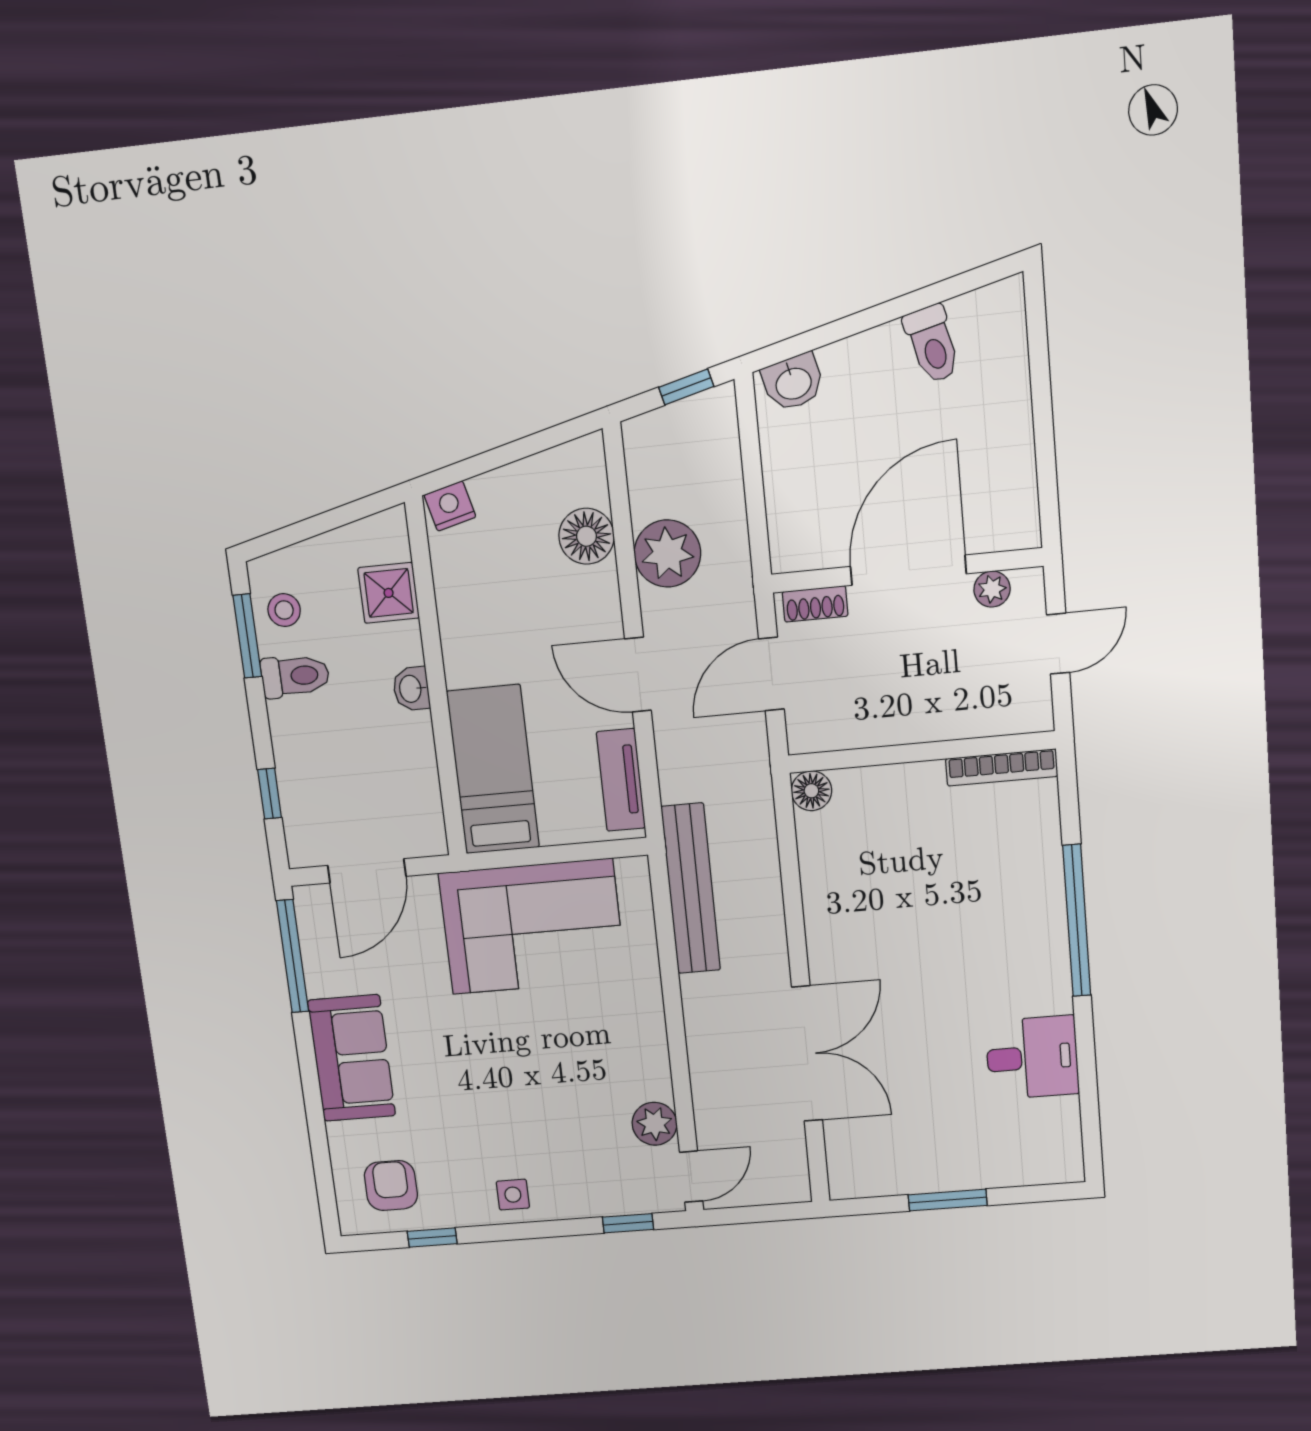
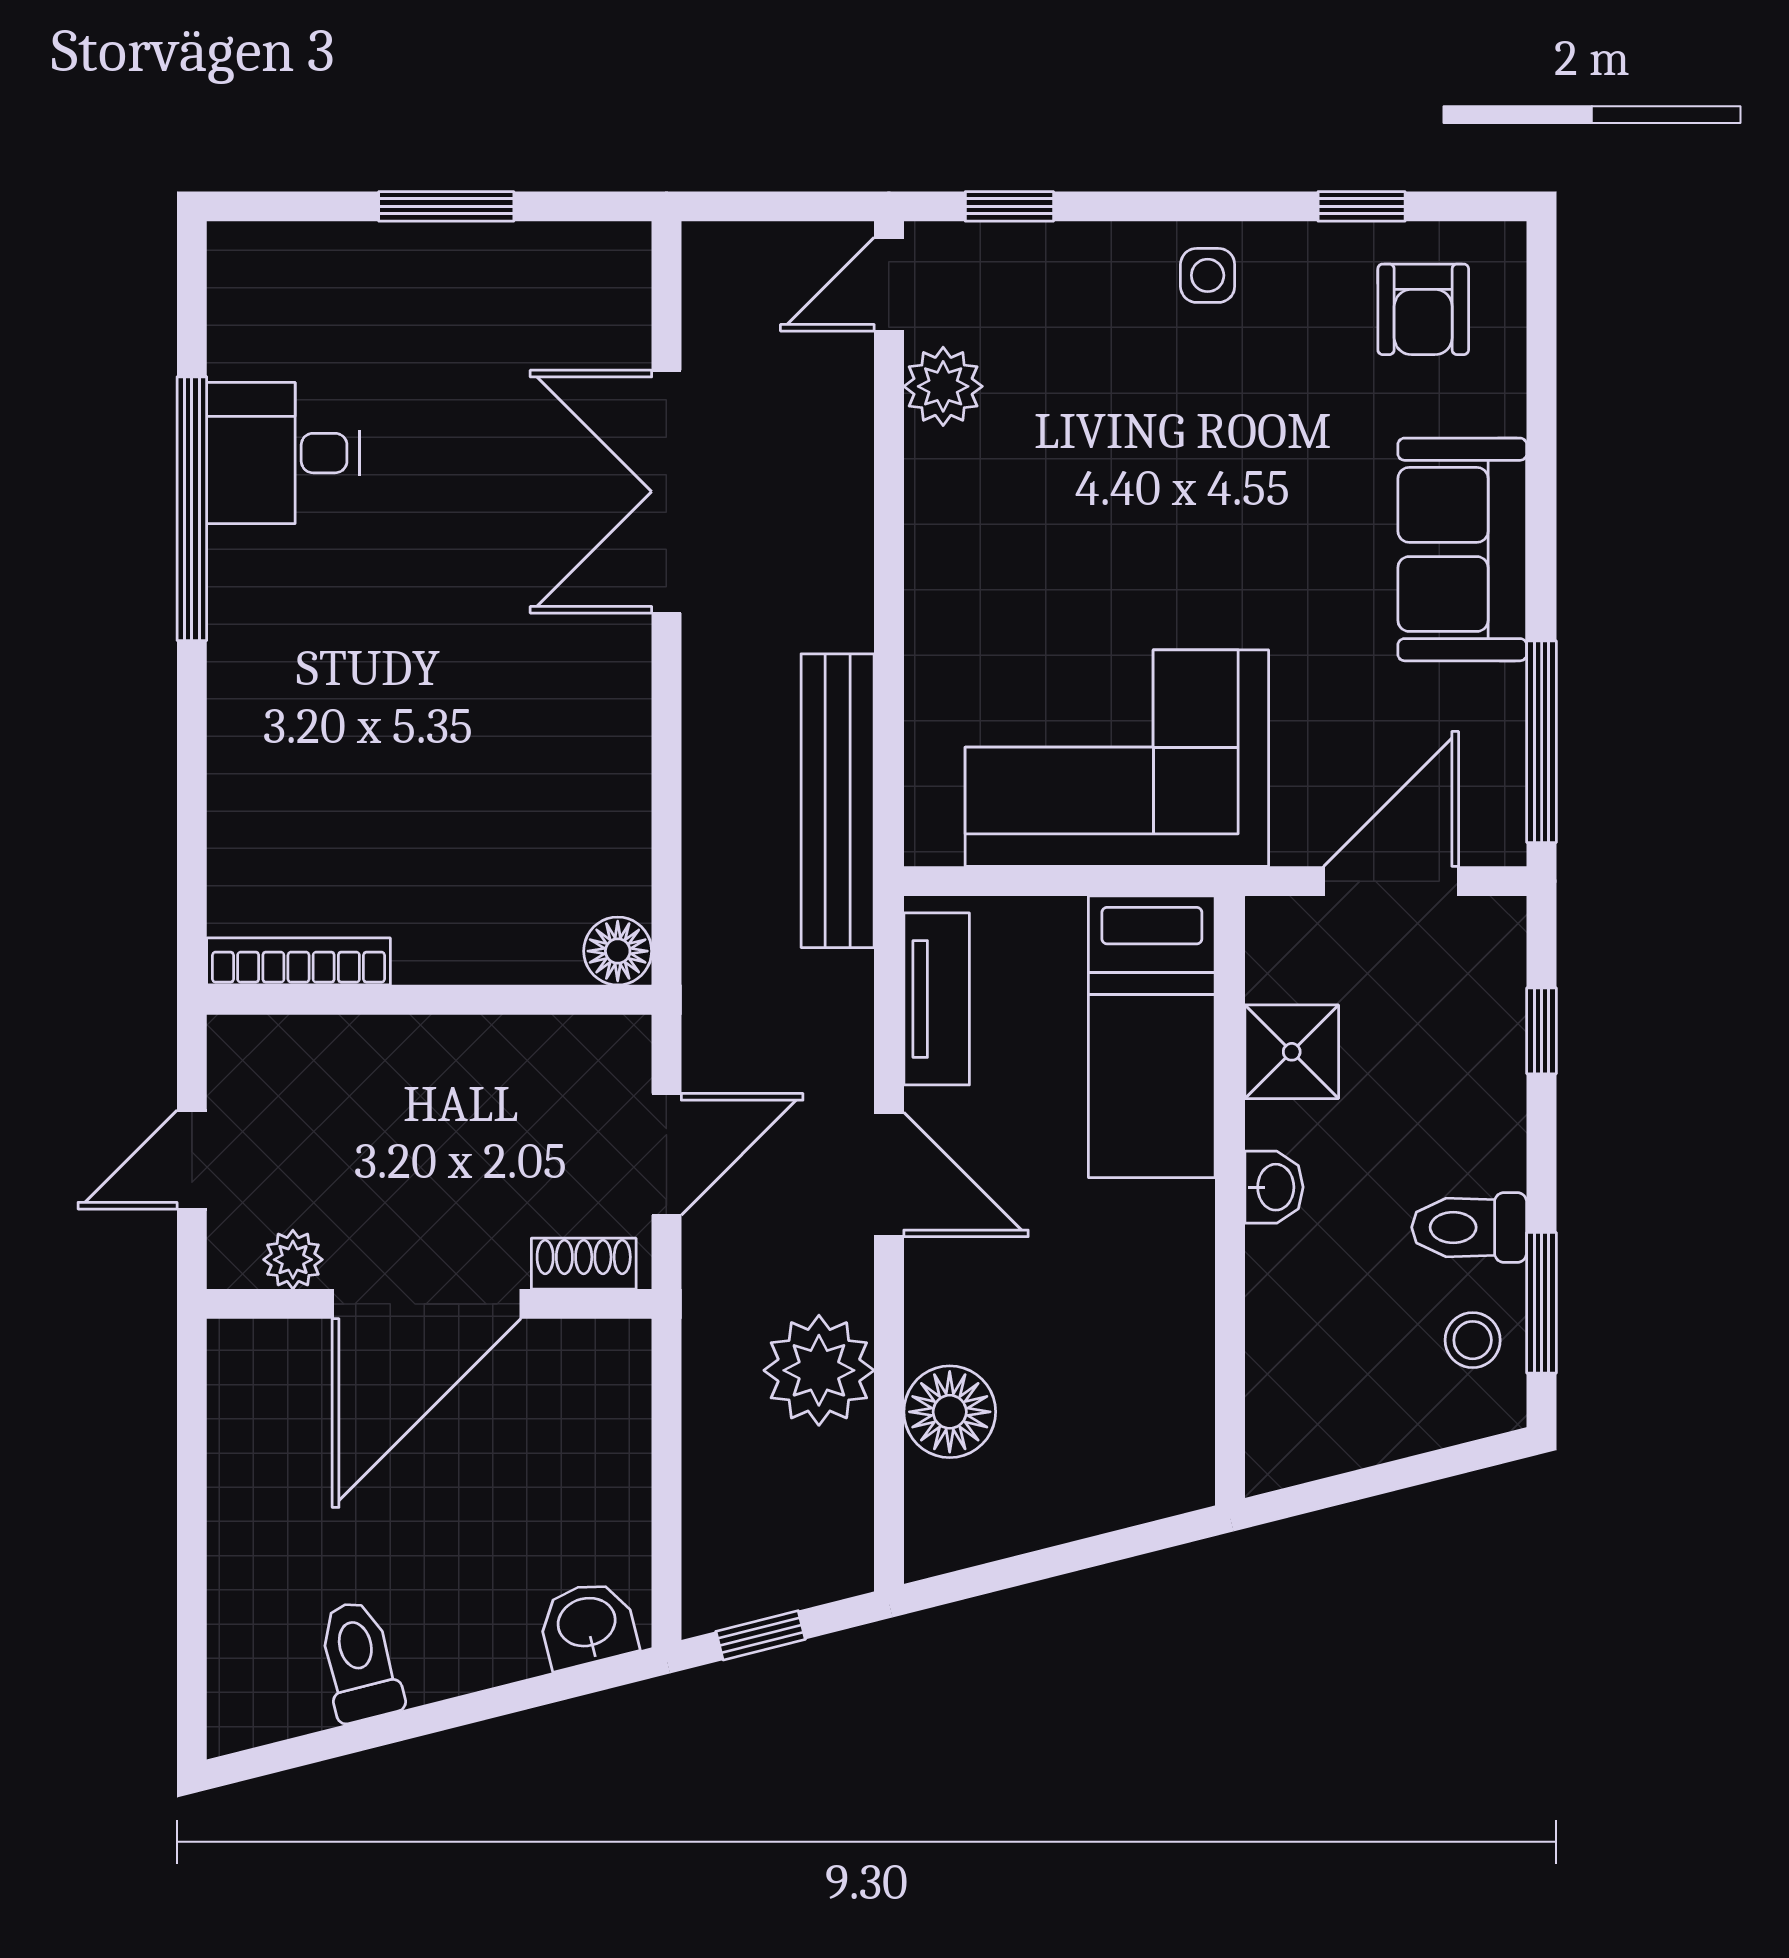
nightstand: (450, 506) -> (1171, 1484), removed
shower: (389, 593) -> (1292, 1052), moved
window: (1077, 921) -> (192, 509), moved

